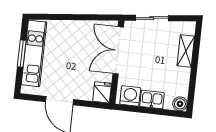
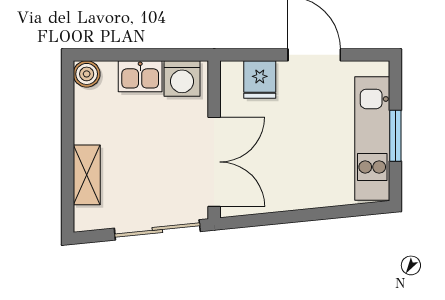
sliding door: (152, 18) -> (157, 230), width x1.37
fridge: (102, 92) -> (260, 79), moved

